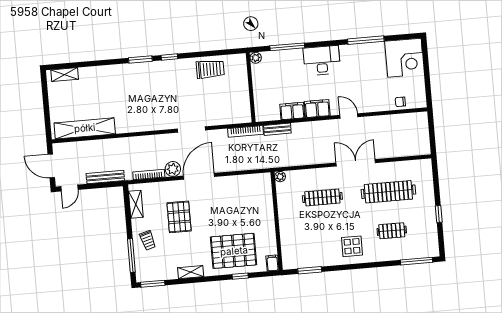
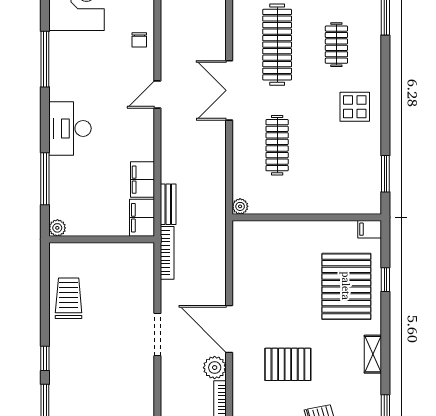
chair: (400, 102) -> (139, 40), moved
filing cabinet: (317, 109) -> (142, 218), moved

